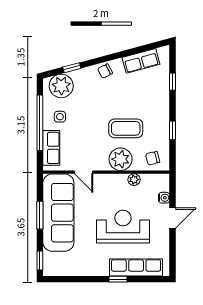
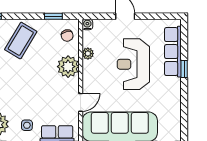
coffee table: (126, 128) -> (21, 41), moved, turned 31
window: (172, 130) -> (53, 16), moved
water cooler: (164, 198) -> (87, 24), moved

